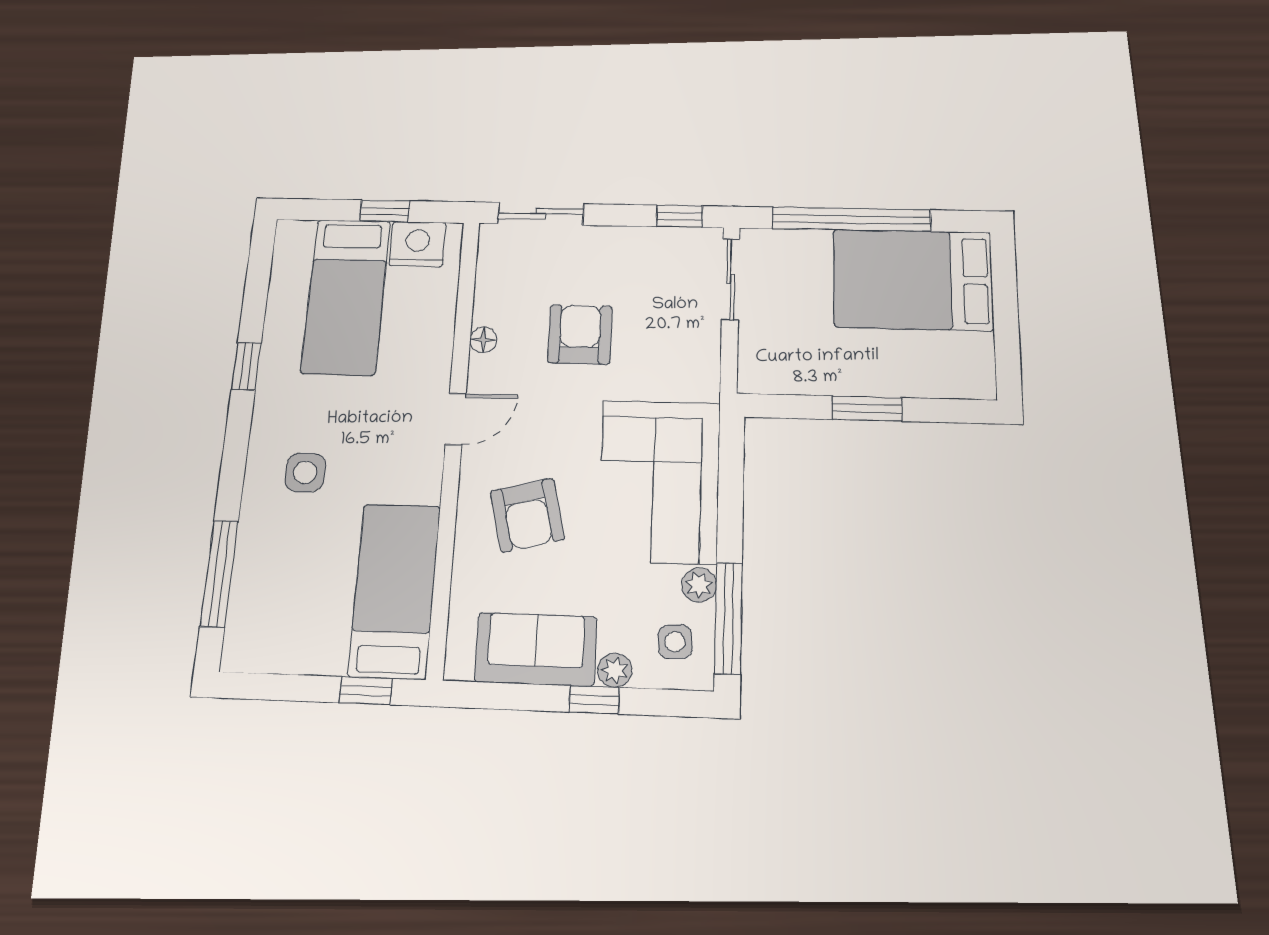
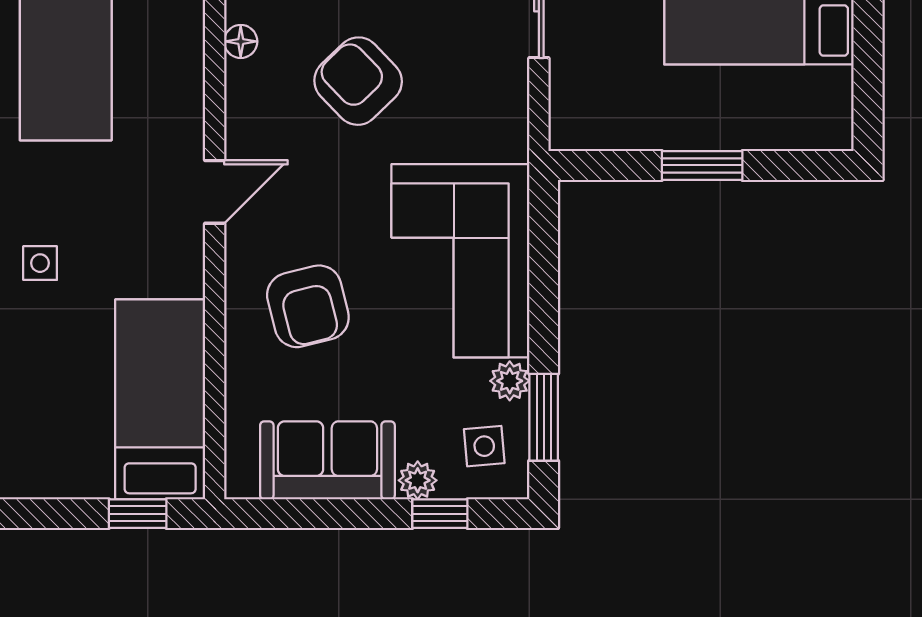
armchair: (580, 334) -> (358, 81), turned -44
floor lamp: (483, 340) -> (241, 41), moved
side table: (305, 472) -> (40, 263), width x0.73, depth x0.73
window: (728, 618) -> (544, 417), width x0.69
window: (594, 700) -> (440, 514), moved

